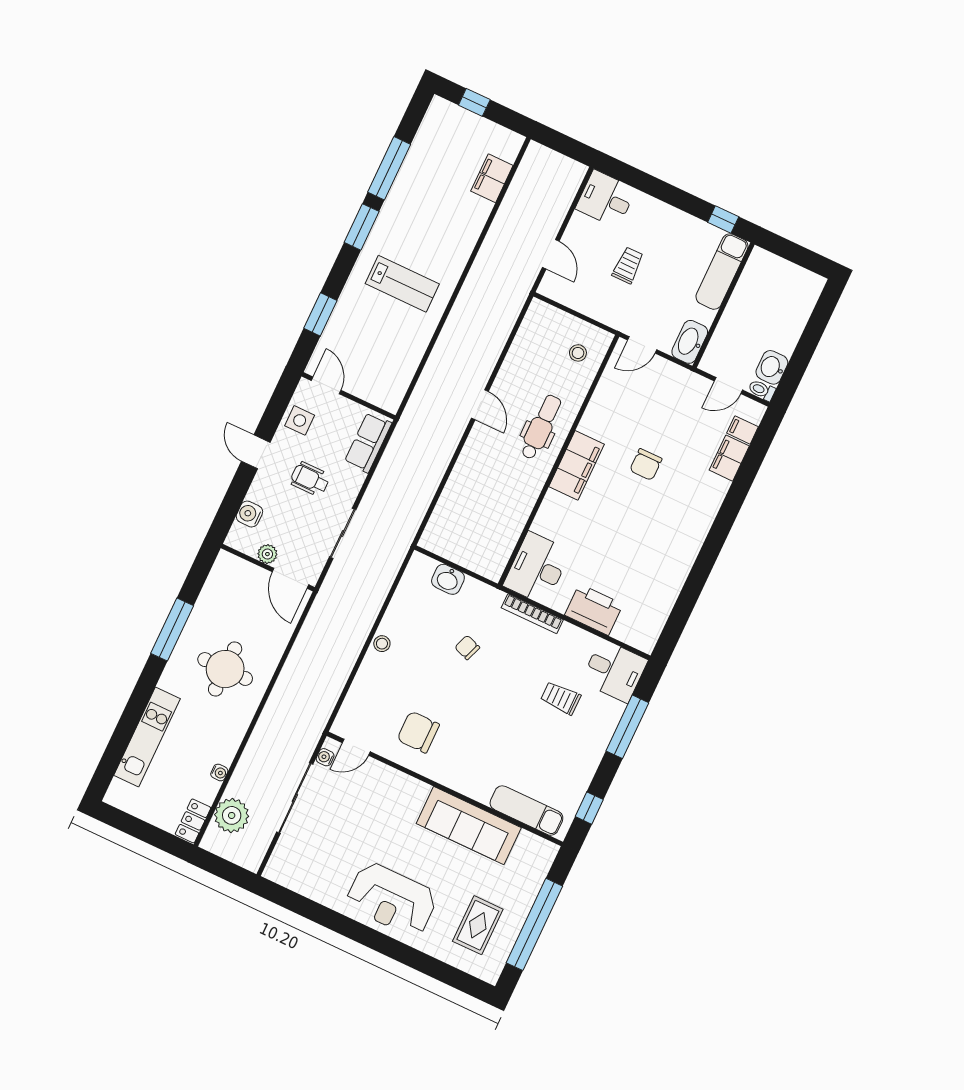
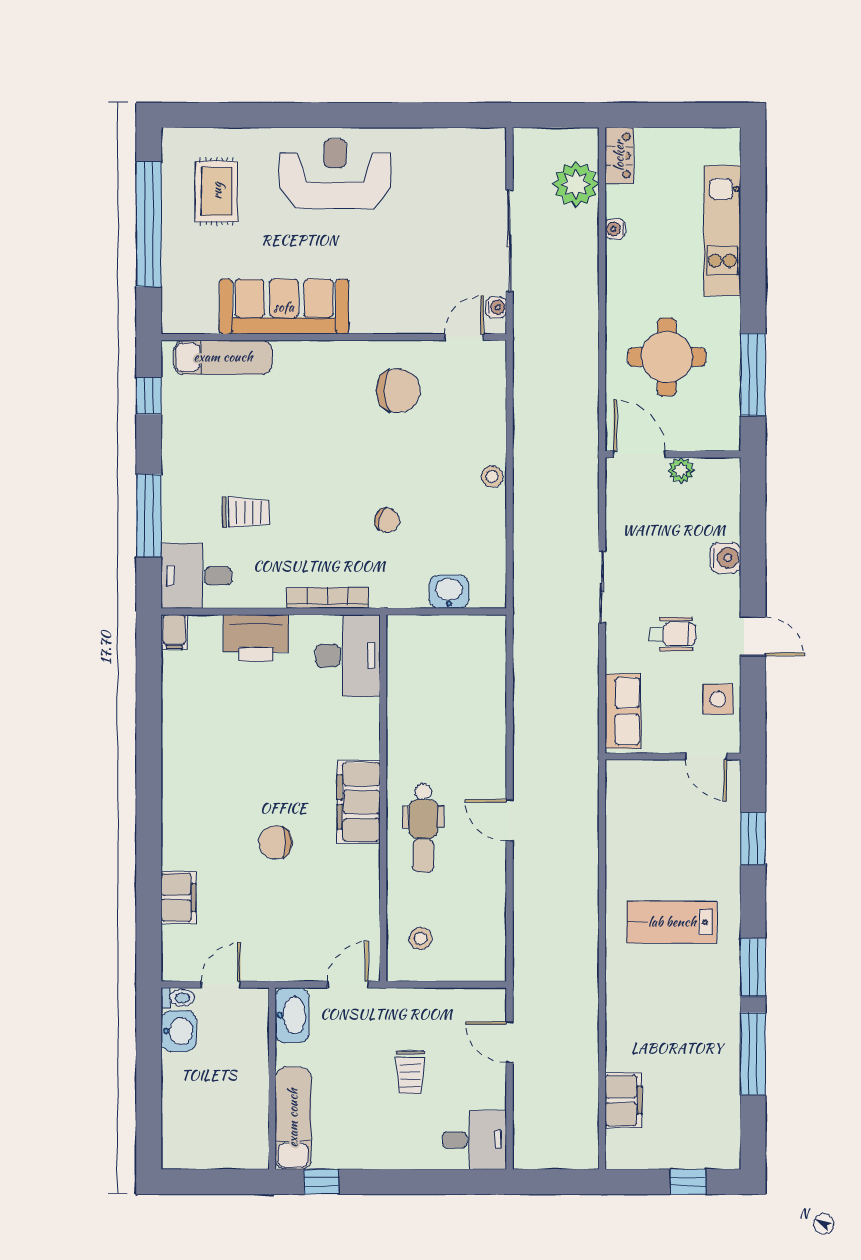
filing cabinet: (743, 430) -> (174, 632), moved, turned 90
chair: (646, 465) -> (275, 842), turned -90
plant: (267, 554) -> (681, 470), moved
wall: (268, 568) -> (673, 454), moved
door: (290, 578) -> (639, 454), moved

